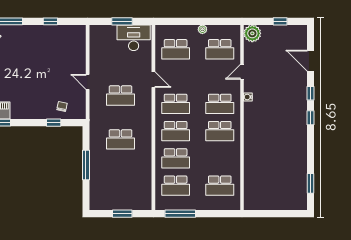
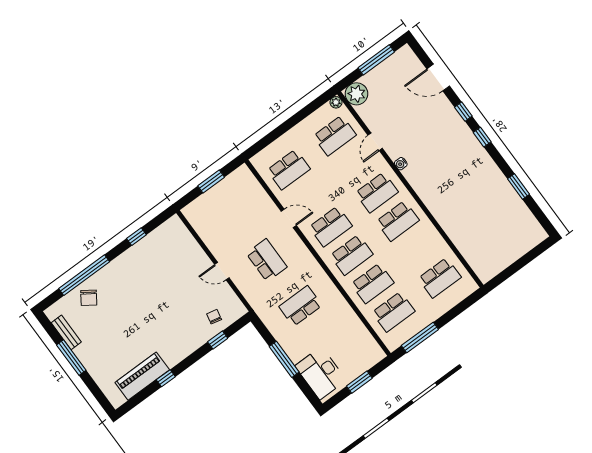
window: (280, 21) -> (376, 60), width x2.17
plant: (202, 29) -> (336, 102), moved
desk: (134, 38) -> (321, 373), moved, turned -90
school desk: (121, 95) -> (267, 260), turned -90
school desk: (121, 139) -> (300, 306), turned 180
window: (310, 183) -> (519, 187), moved

